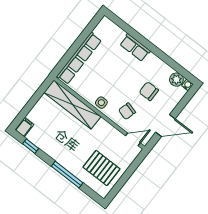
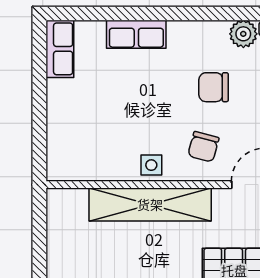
row of seats: (79, 58) -> (60, 49), moved, width x0.50
shelving: (72, 105) -> (150, 204), moved

